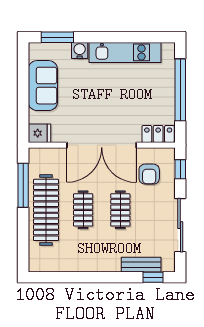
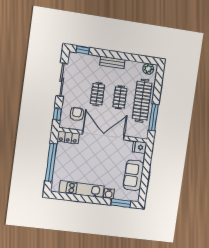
plant: (43, 263) -> (148, 69), added
bench: (141, 265) -> (112, 62), moved

